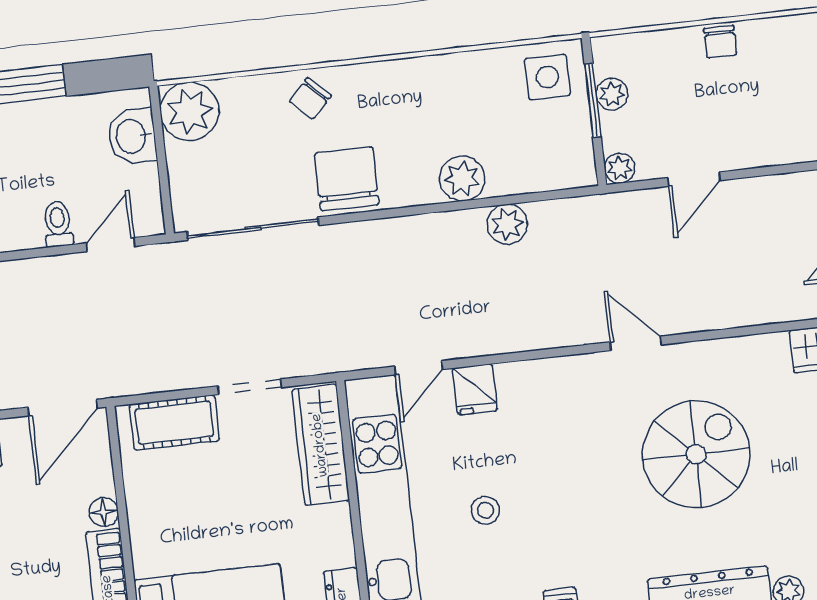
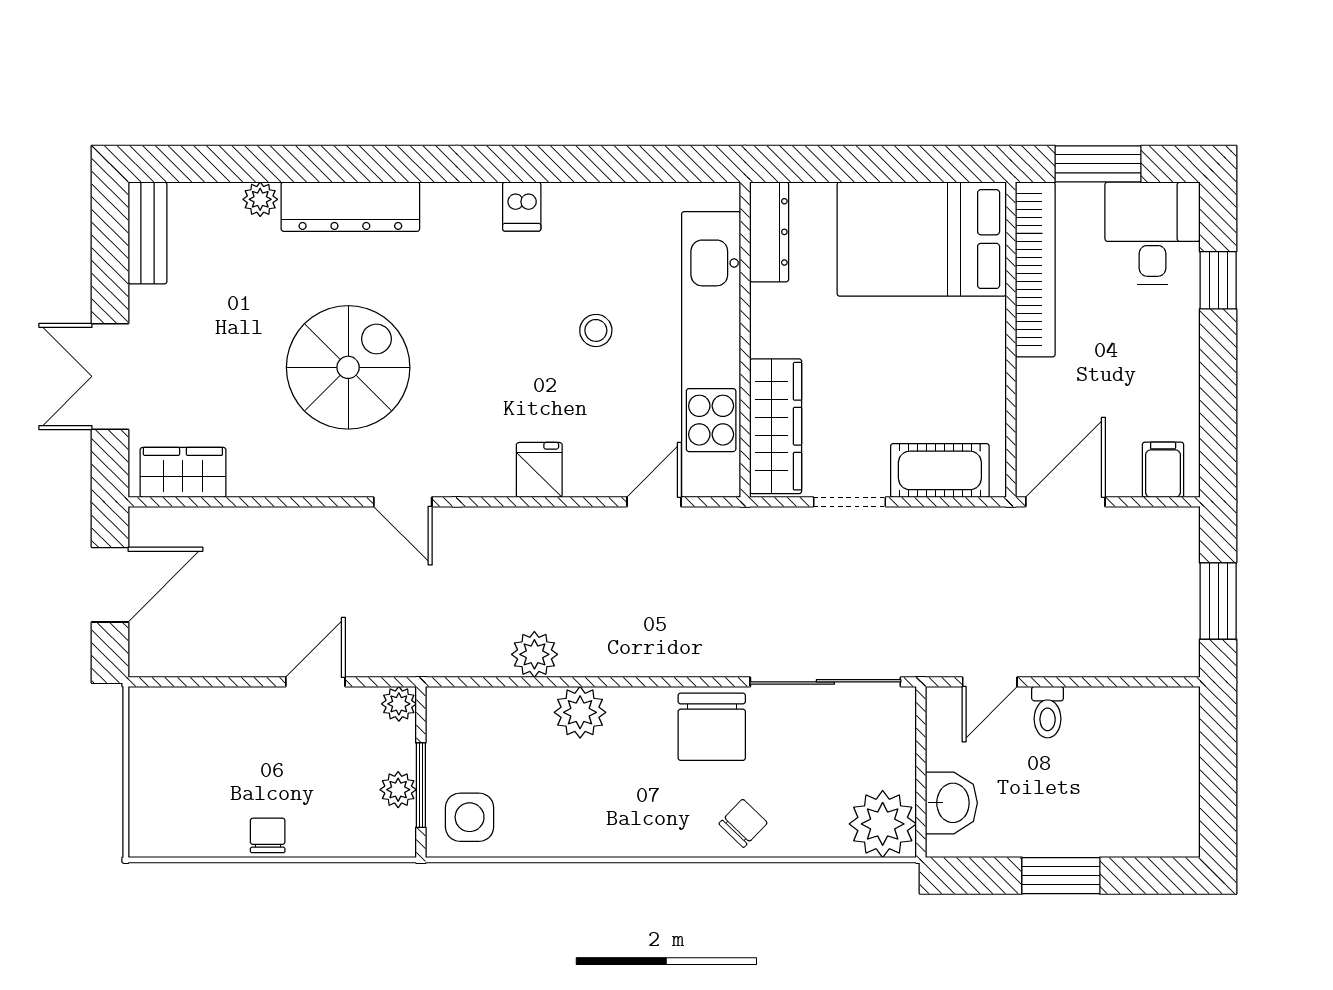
fridge: (475, 389) -> (539, 470), moved
spiral stairs: (696, 454) -> (348, 367), turned 180
floor lamp: (104, 512) -> (1032, 377), removed

